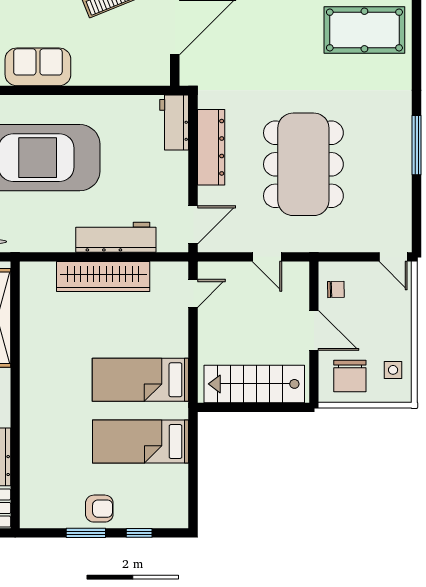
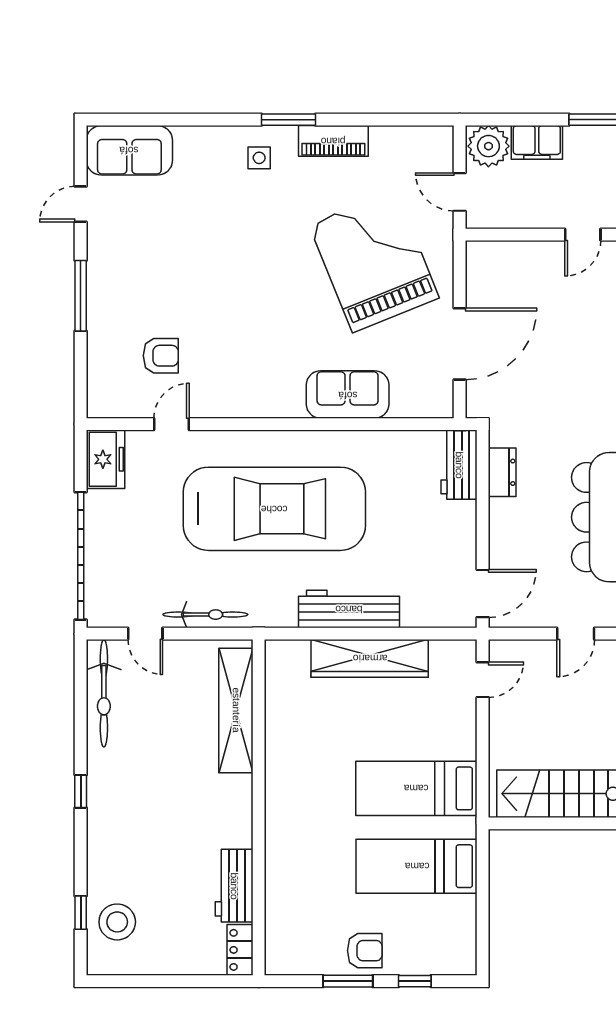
sofa: (38, 67) -> (348, 395), moved
dresser: (211, 147) -> (502, 472), width x0.51, depth x0.80
workbench: (116, 237) -> (349, 609), moved
door: (267, 257) -> (576, 634), hinge flipped

